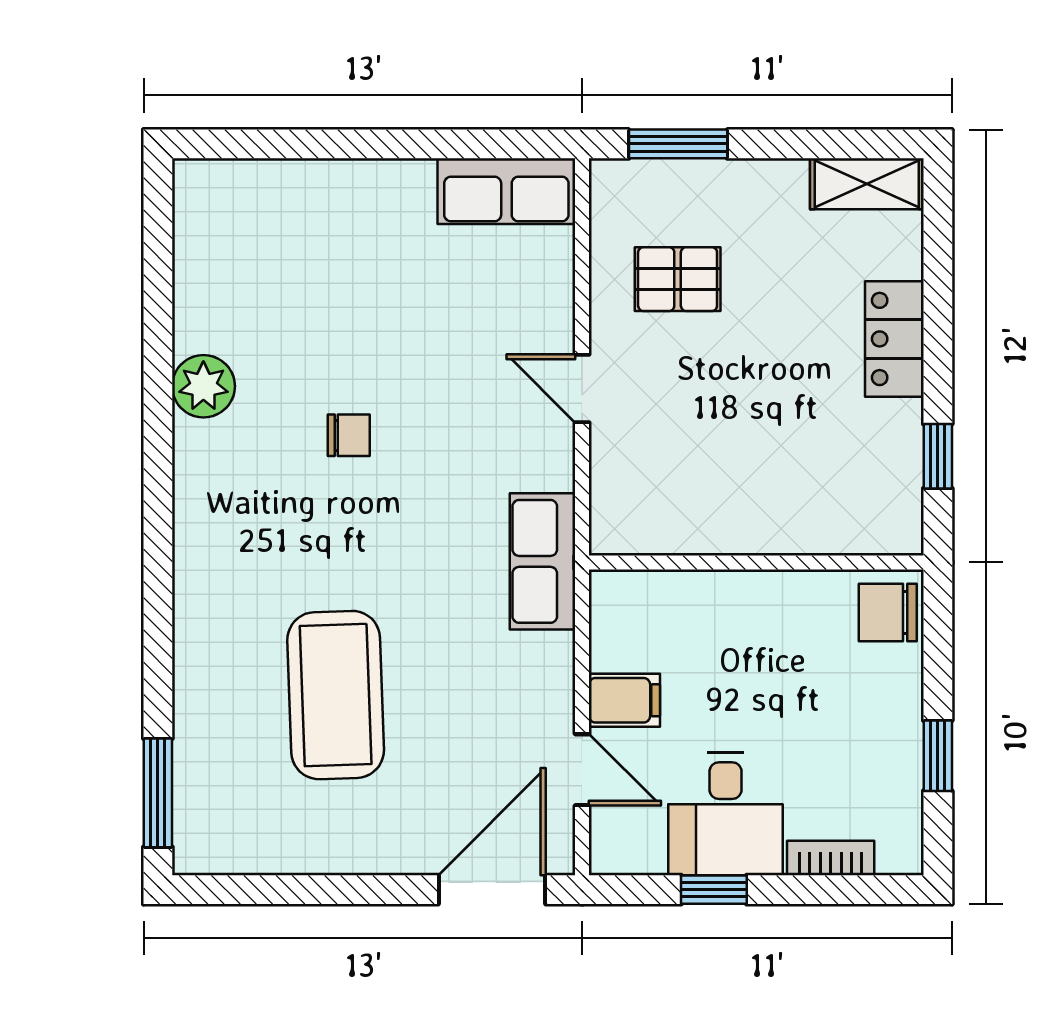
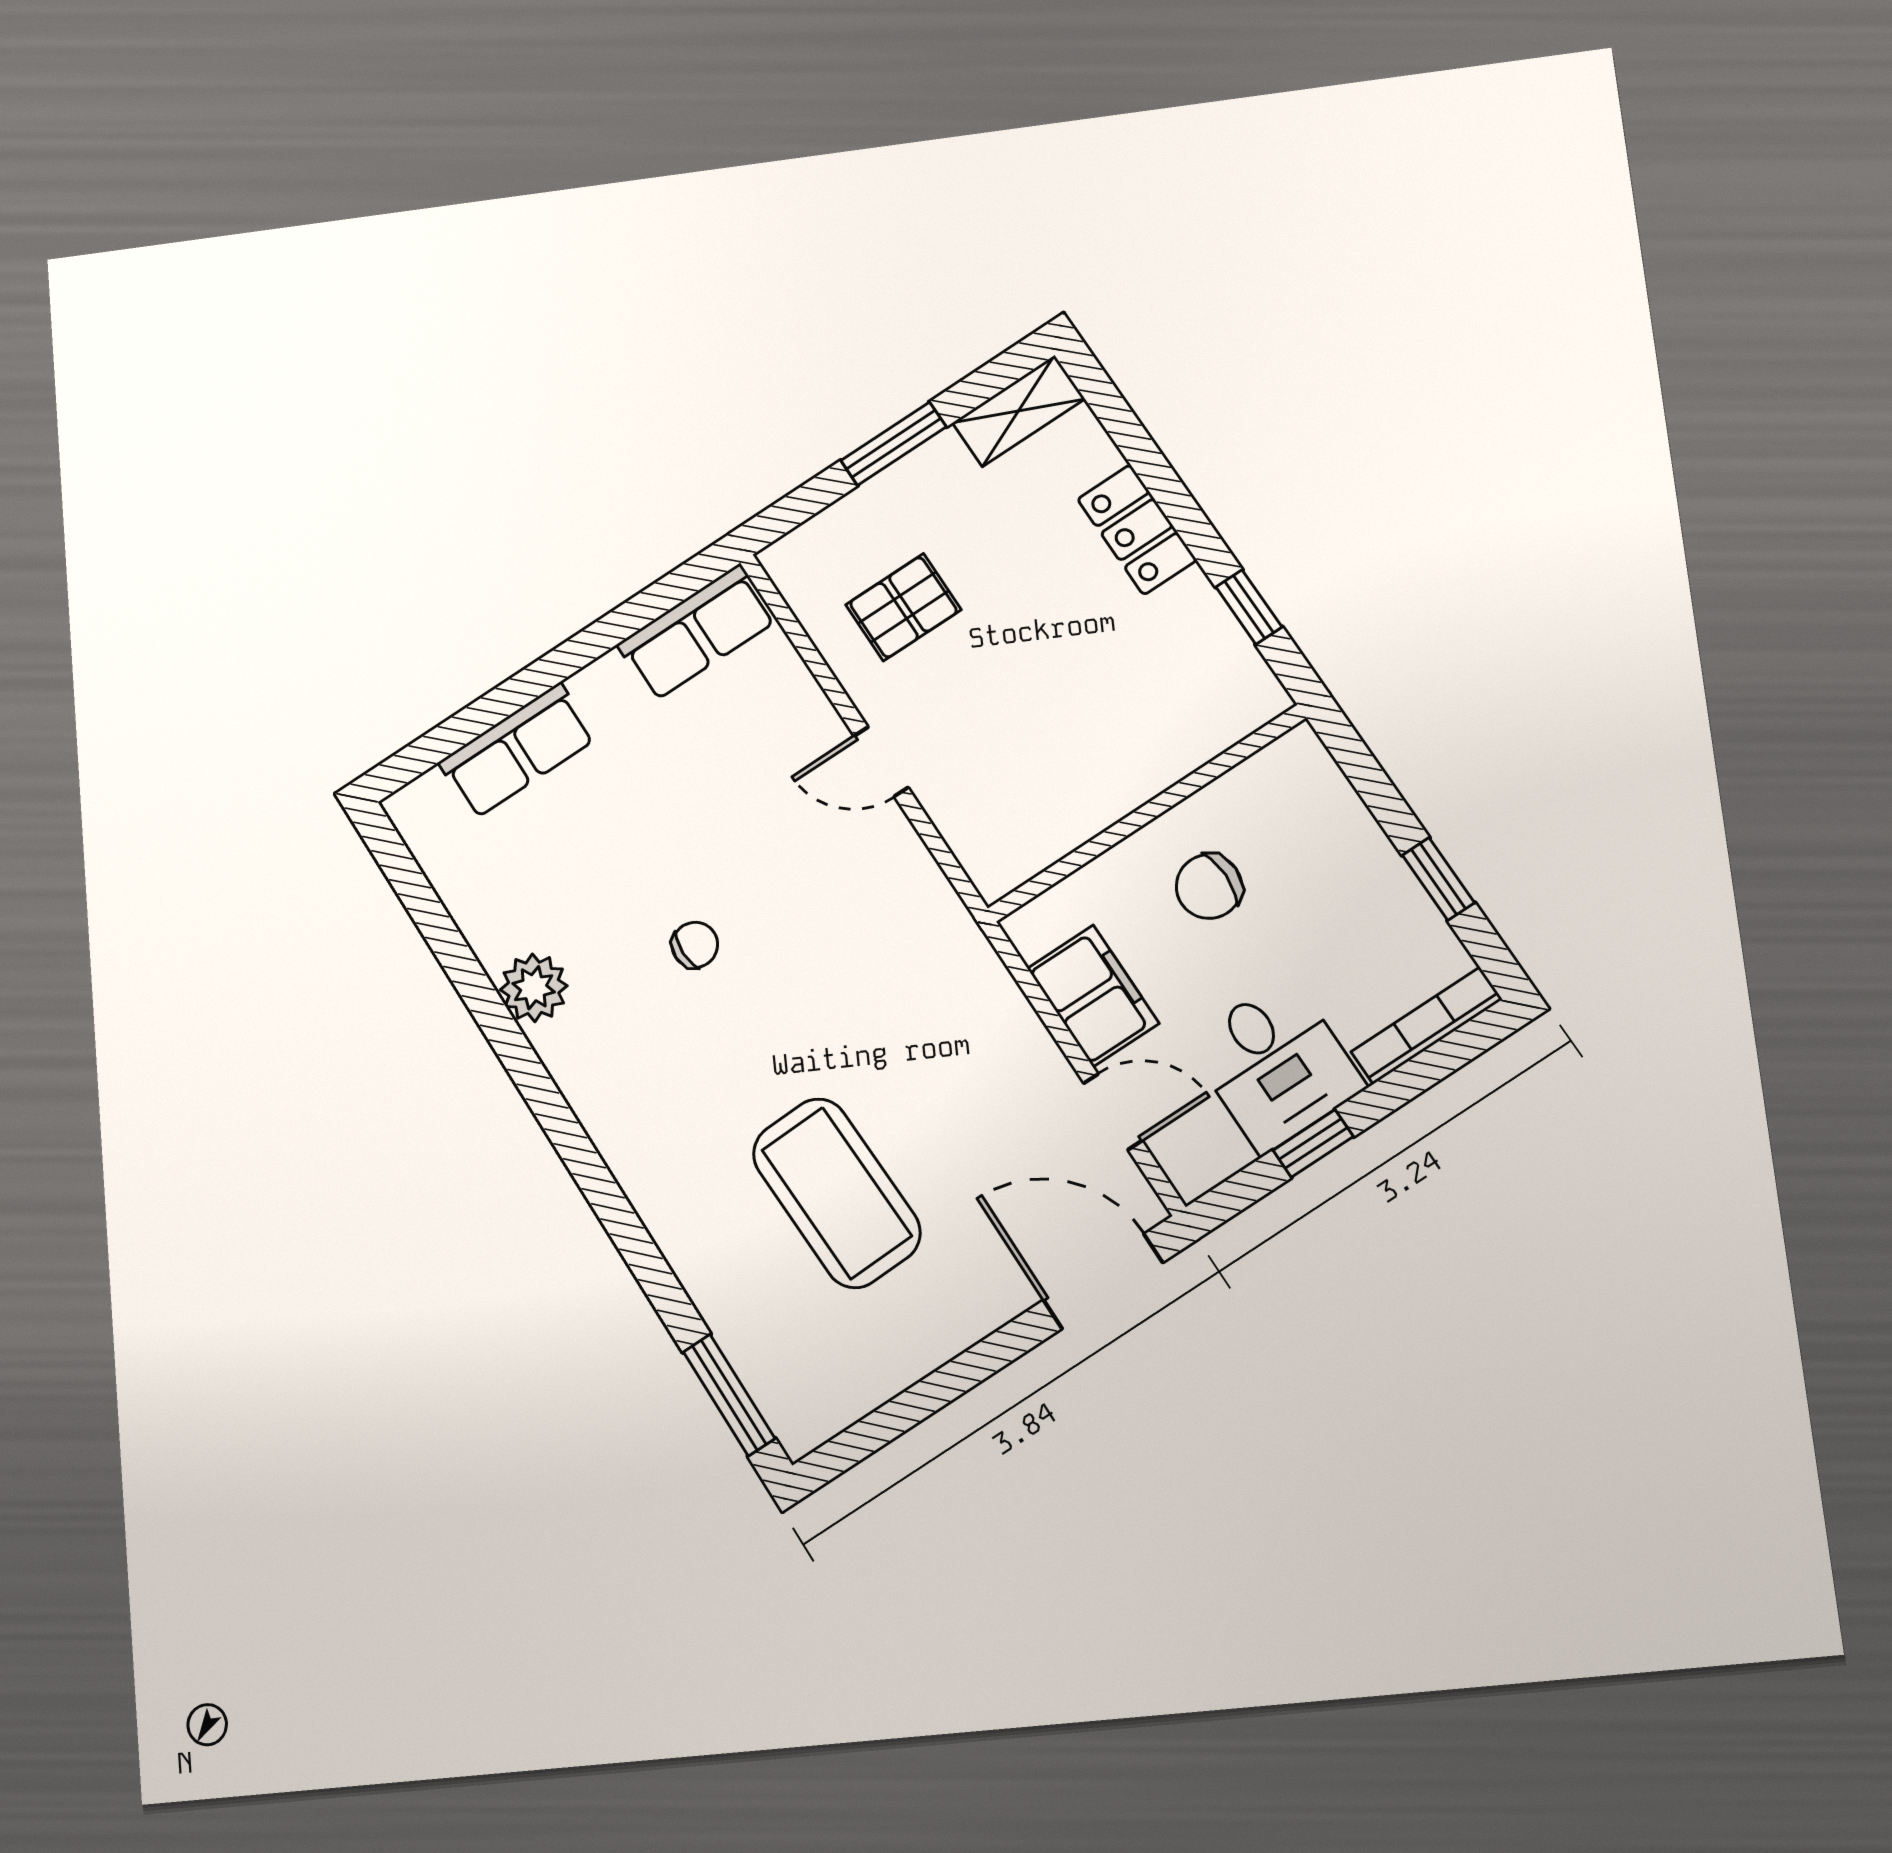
window: (678, 144) -> (894, 444), moved
row of seats: (543, 561) -> (517, 751), moved, turned -90
chair: (888, 613) -> (1209, 886), moved
filing cabinet: (624, 700) -> (1093, 996), width x2.00
bookcase: (831, 858) -> (1426, 1026), width x1.56
door: (492, 890) -> (1103, 1281), hinge flipped

